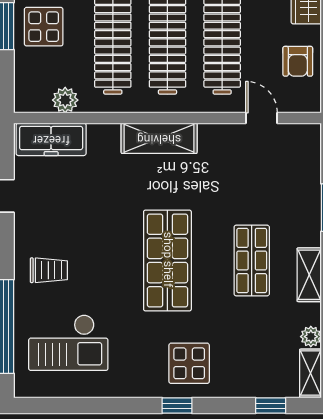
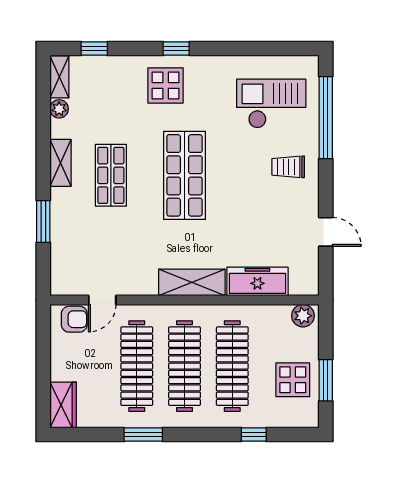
armchair: (298, 61) -> (74, 319), moved, turned 90
plant: (65, 100) -> (303, 316), moved
door: (262, 118) -> (102, 300), hinge flipped
freezer: (51, 139) -> (257, 281), moved

